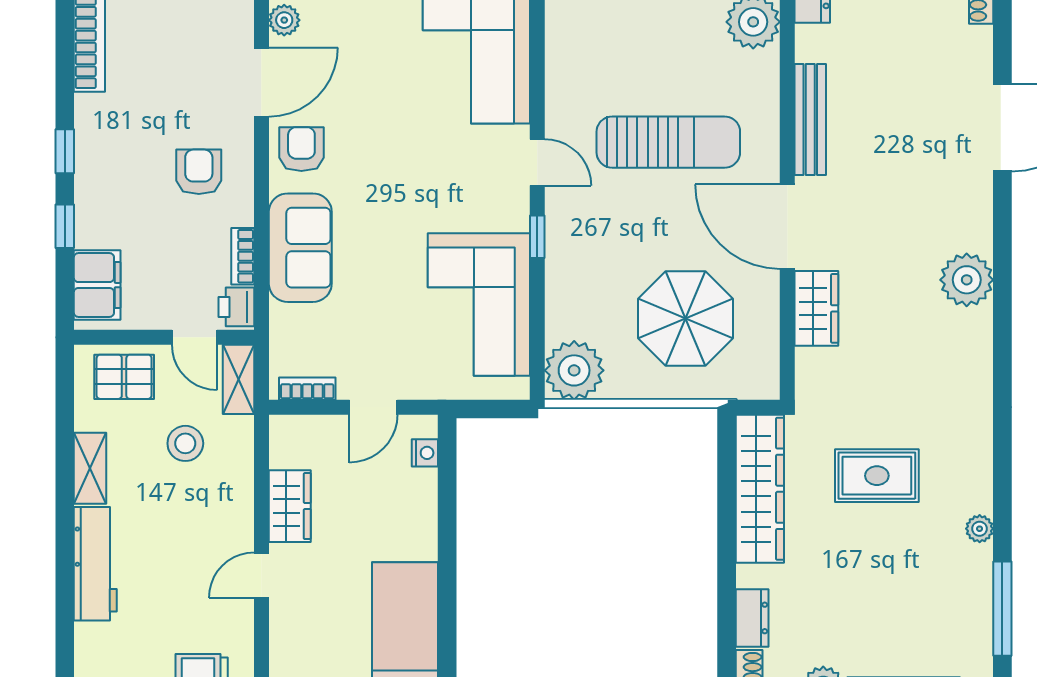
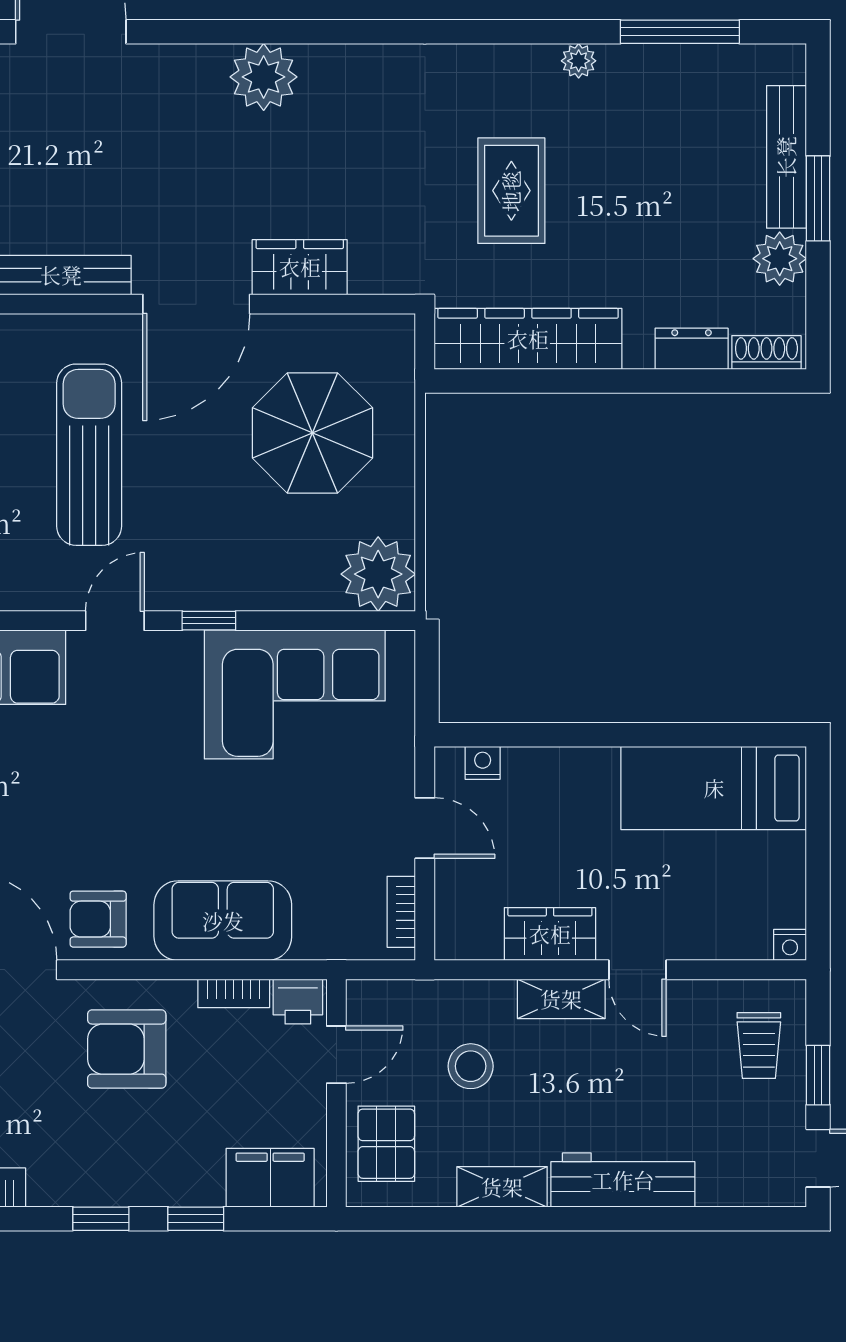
armchair: (199, 172) -> (127, 1049), width x1.38, depth x1.38
shelving: (239, 379) -> (561, 999), moved

